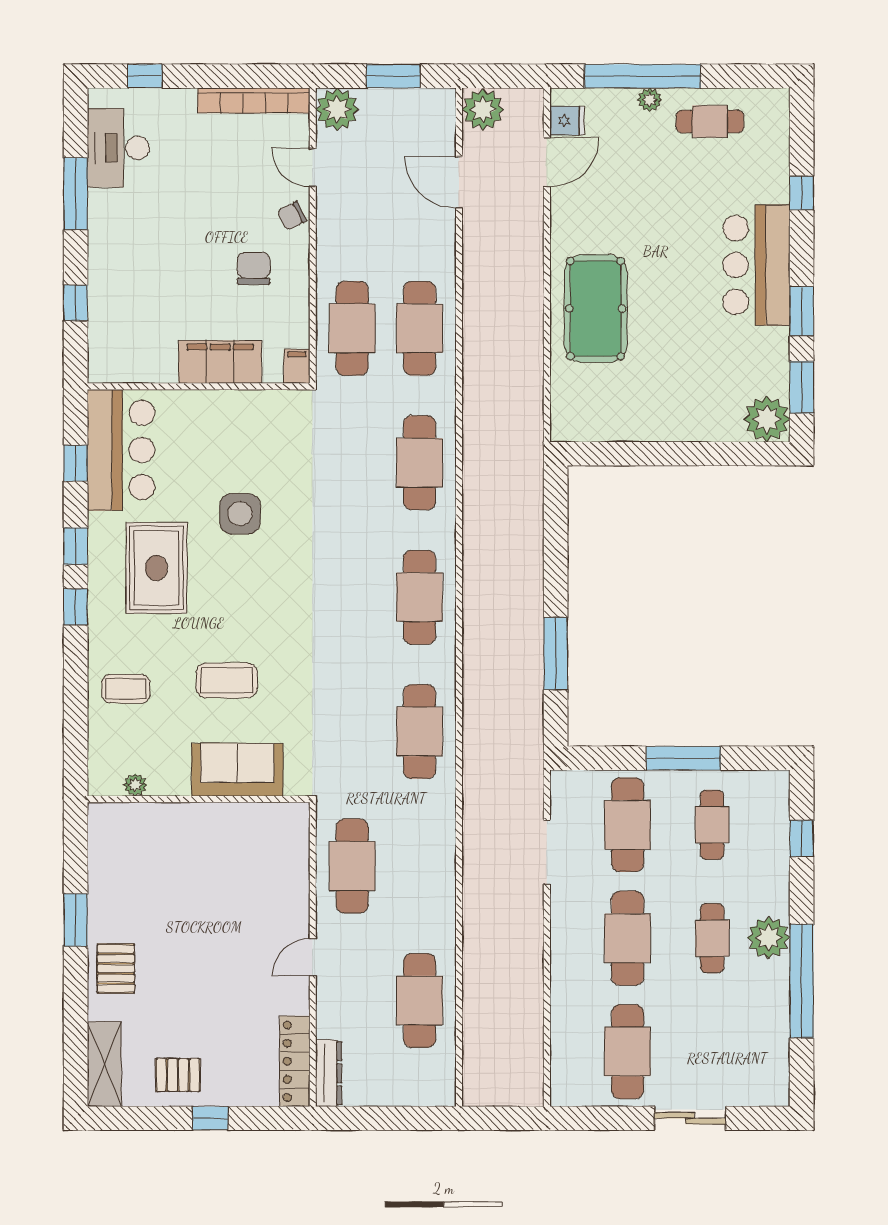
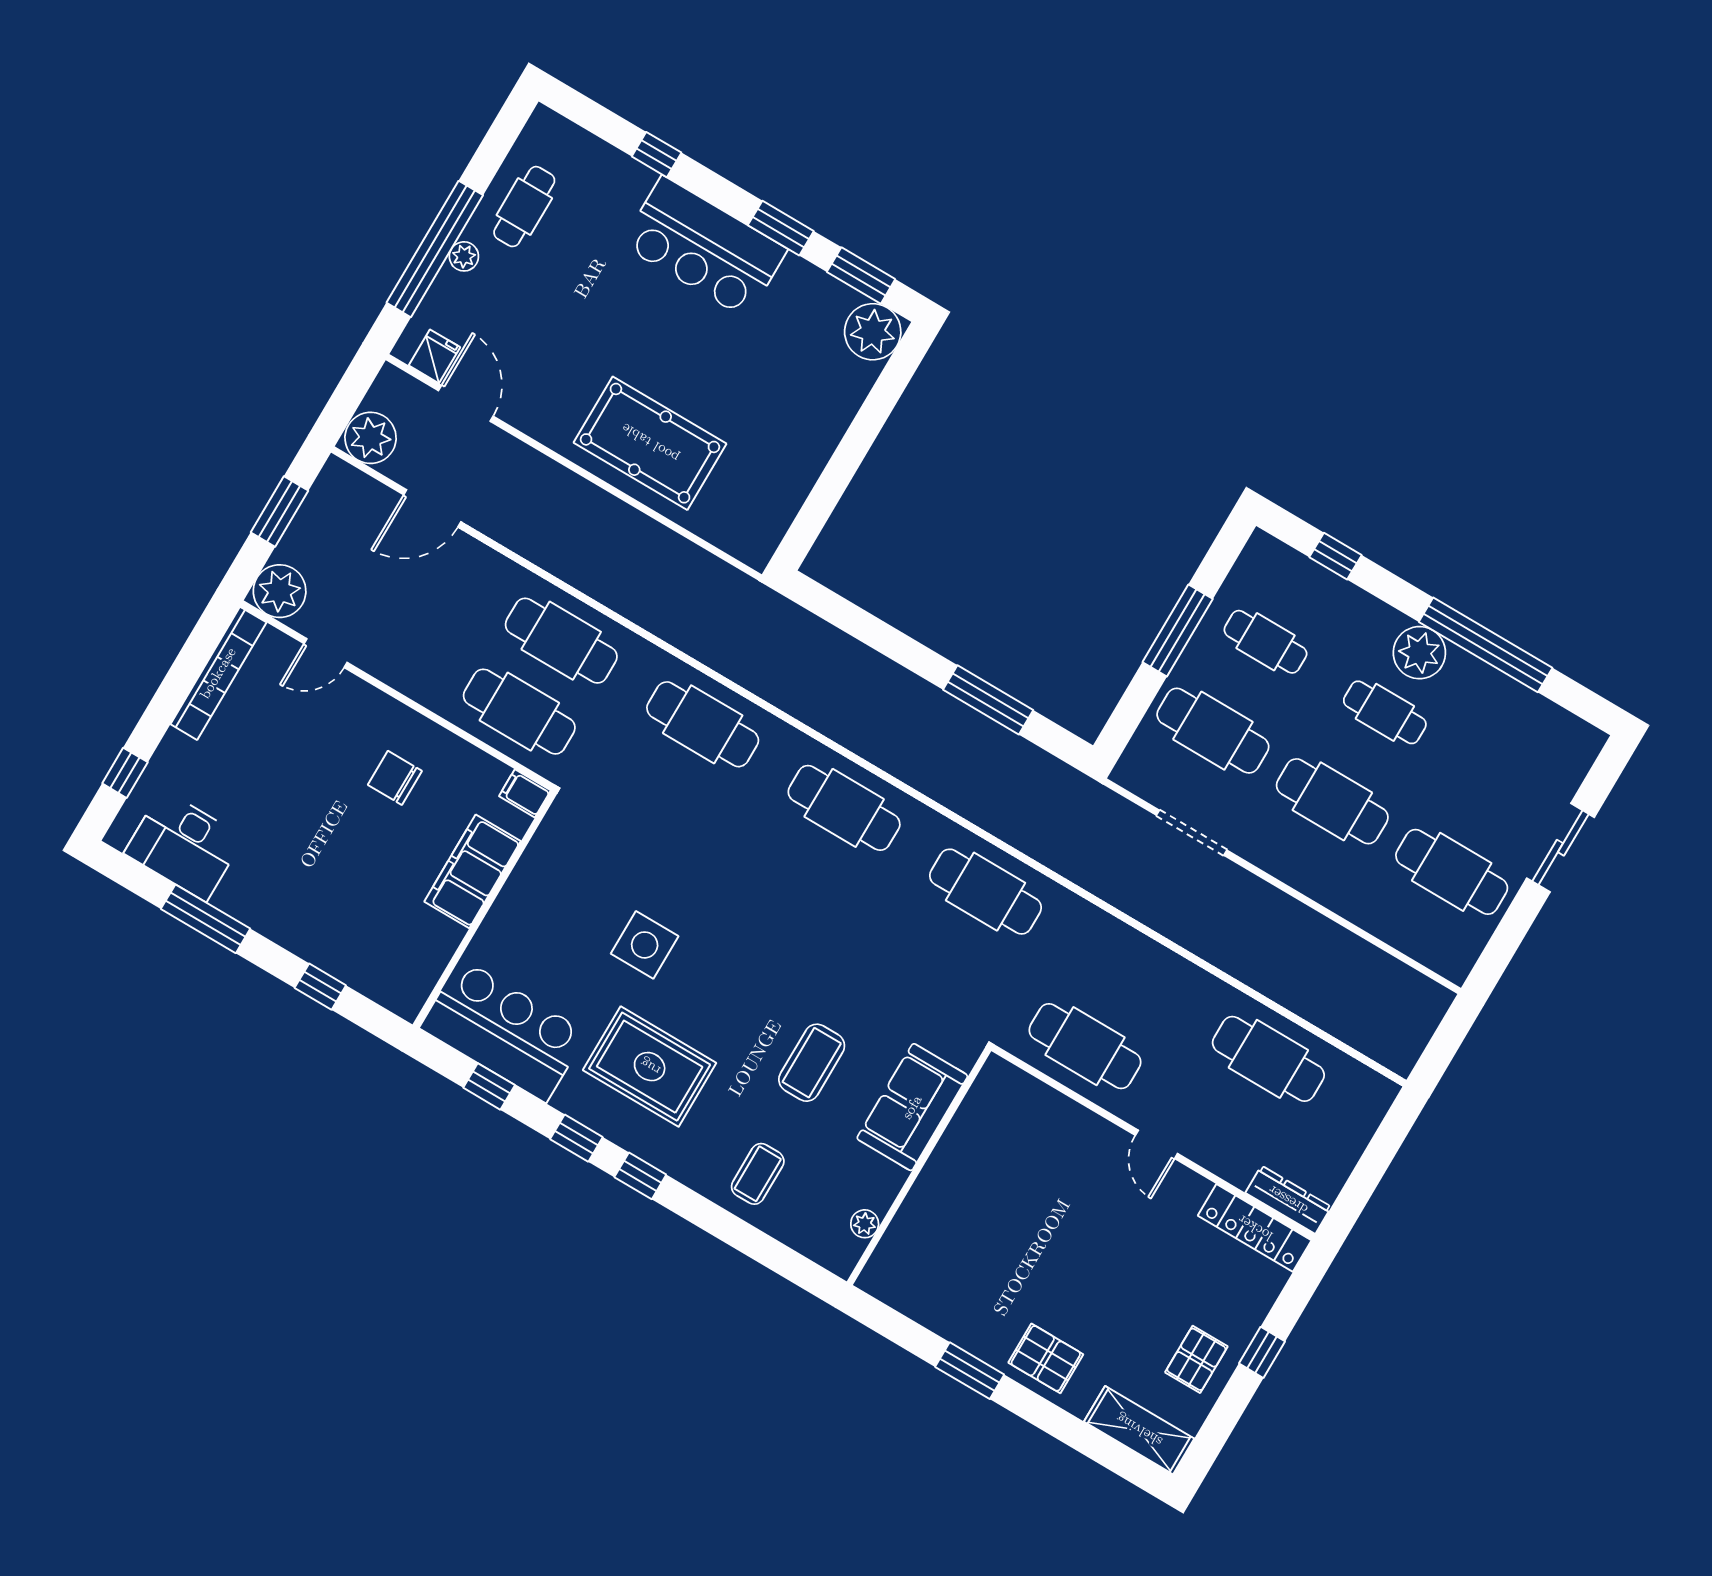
chair: (292, 216) -> (363, 705), removed

